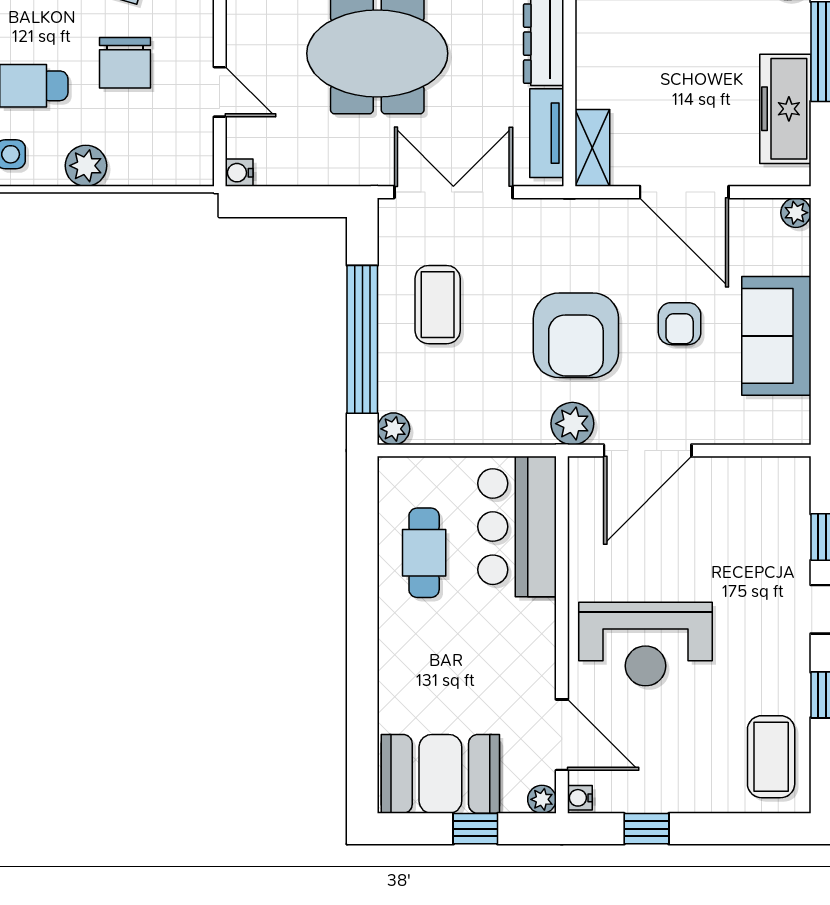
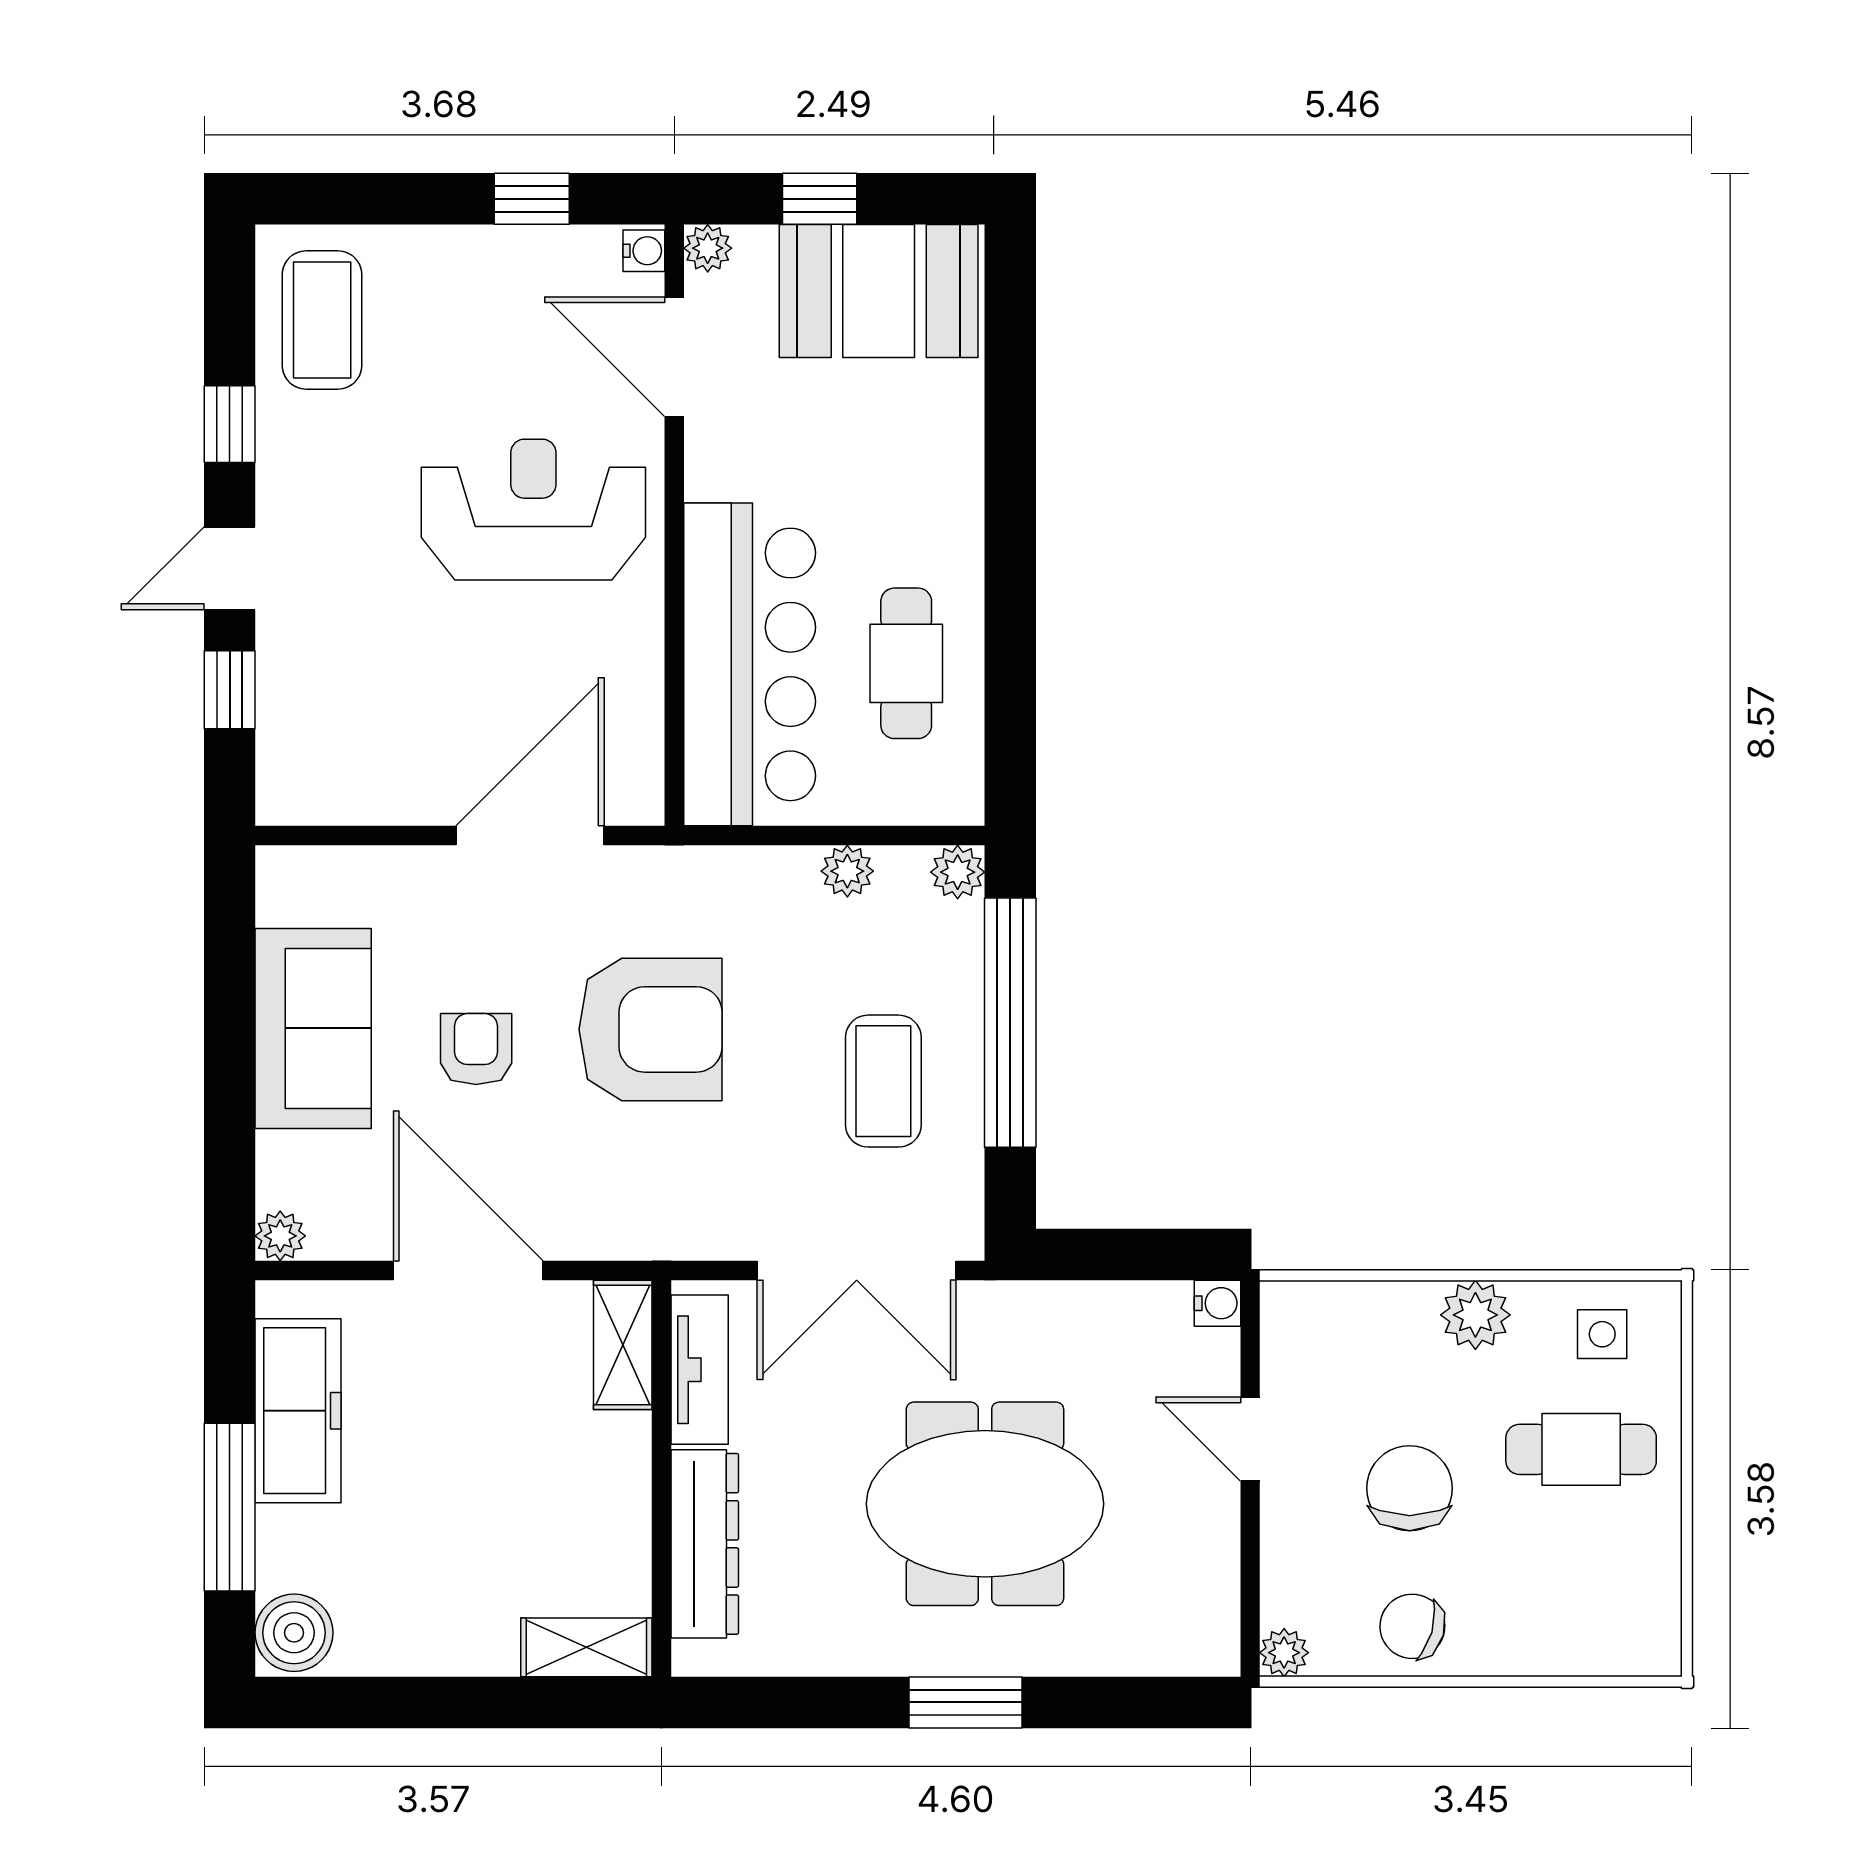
armchair: (576, 335) -> (651, 1029), turned 90
plant: (572, 424) -> (847, 871), moved, width x0.73, depth x0.73
bar counter: (517, 527) -> (750, 664), width x1.36

